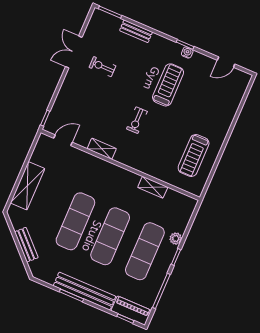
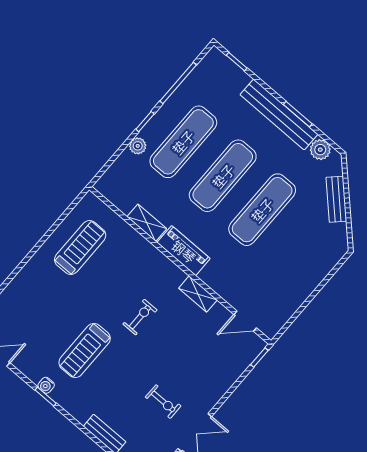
shelving: (28, 186) -> (310, 276), removed
plant: (48, 276) -> (320, 150), added
piano: (131, 311) -> (184, 251), moved, turned 180

